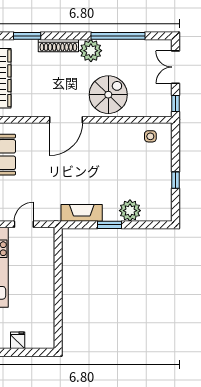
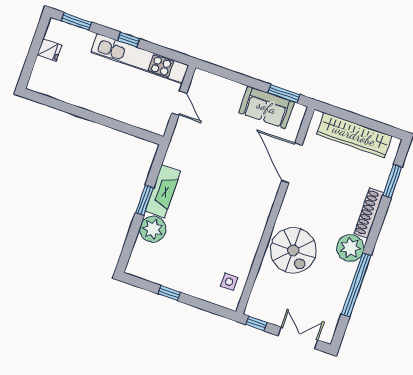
door: (66, 120) -> (292, 163), moved
fireplace: (82, 213) -> (163, 191), moved

